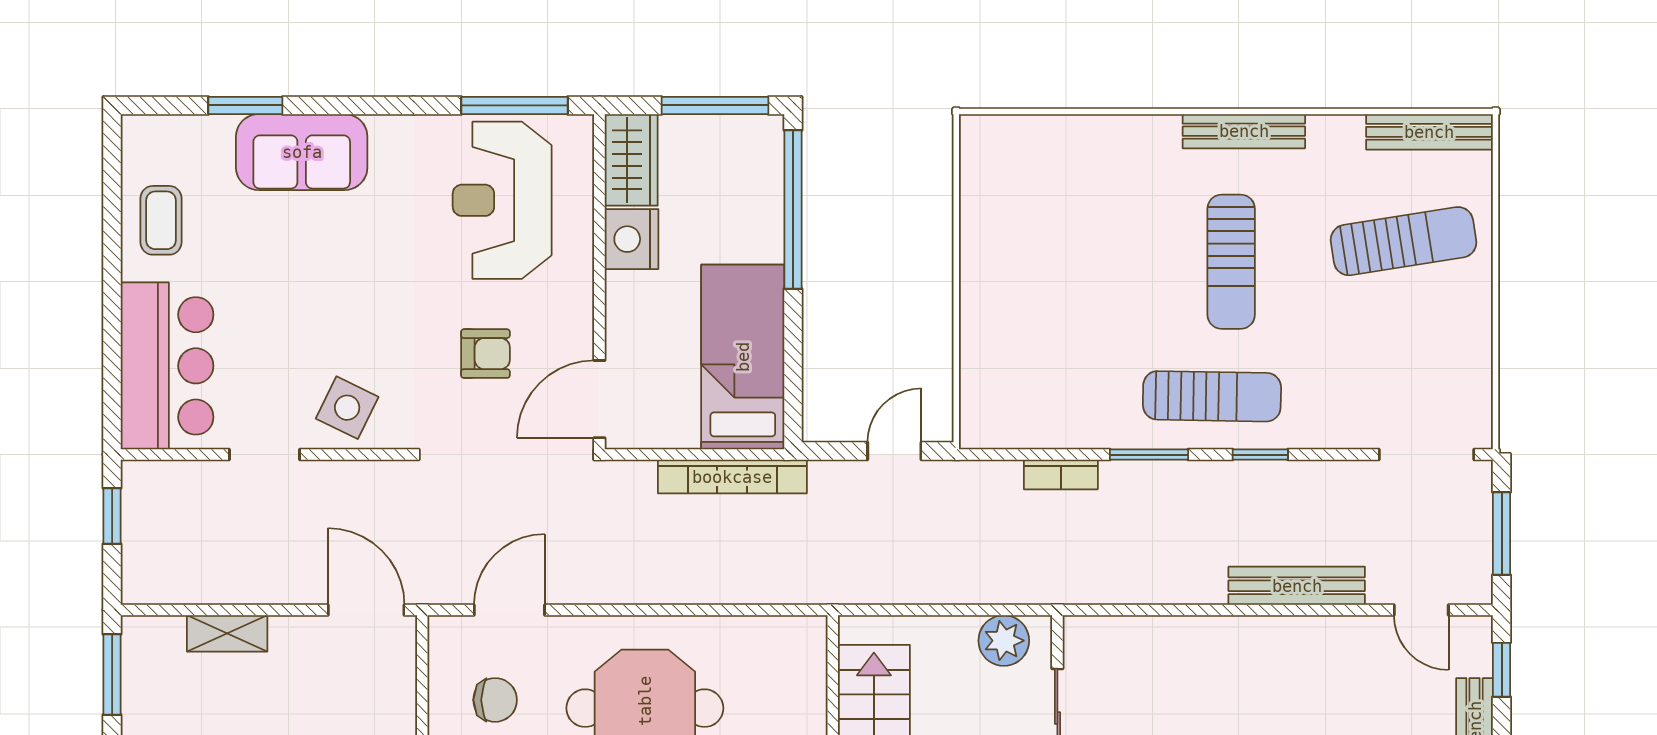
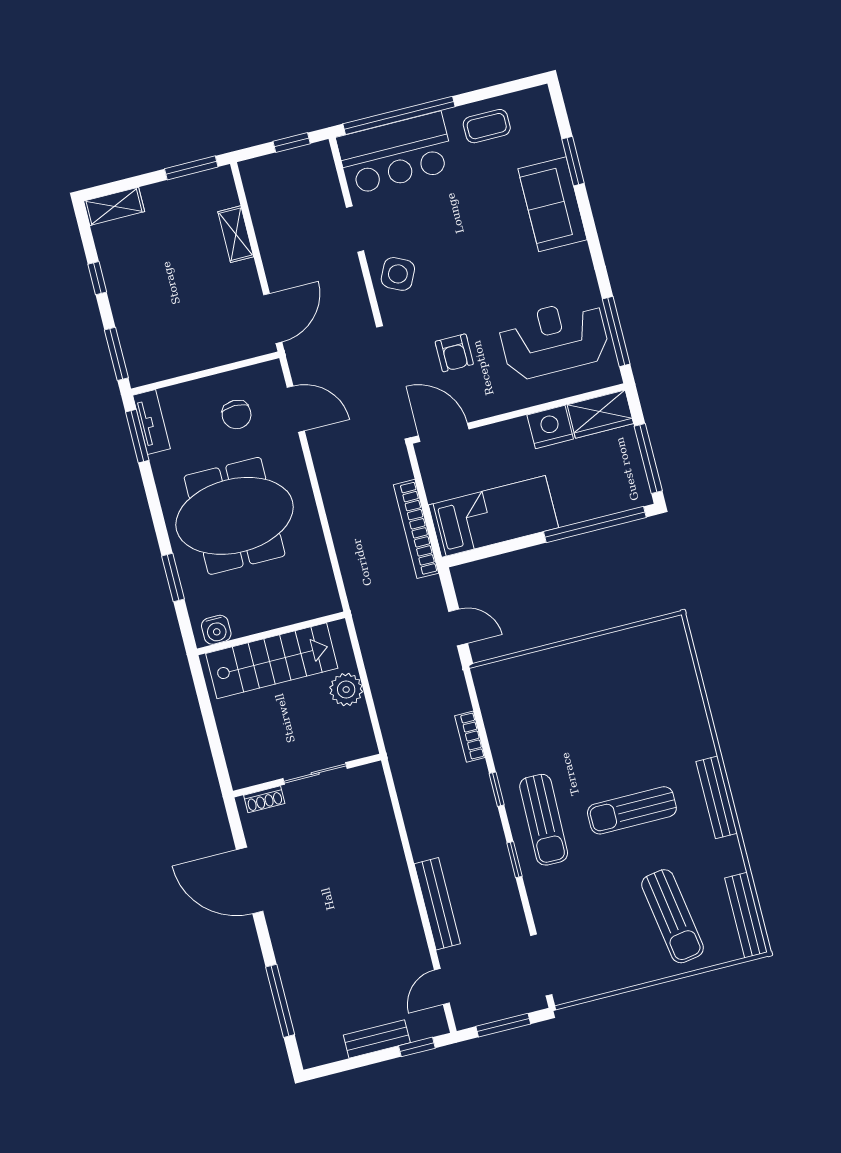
window: (112, 346) -> (399, 115), added
window: (1149, 455) -> (497, 789), width x0.67
plant: (1004, 641) -> (346, 690), moved

